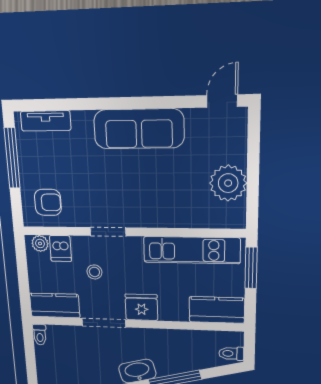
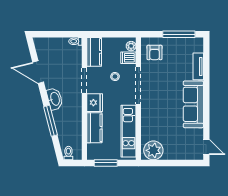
tv unit: (46, 121) -> (198, 66), moved
plant: (228, 183) -> (153, 150), moved
doorway: (108, 232) -> (138, 85), width x1.88
window: (251, 268) -> (106, 163), moved
kitchen counter: (217, 310) -> (94, 128), moved

